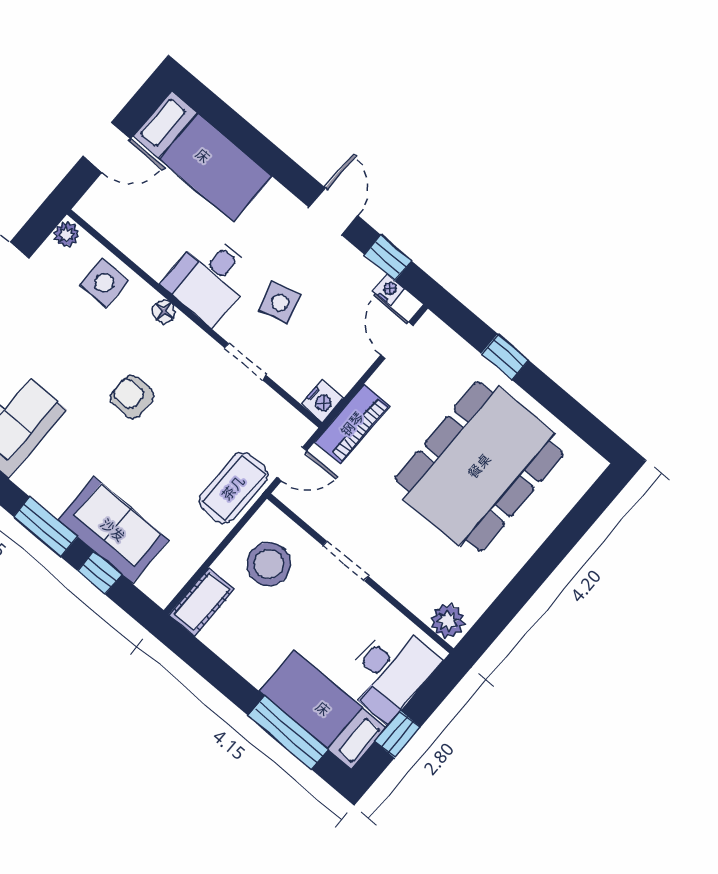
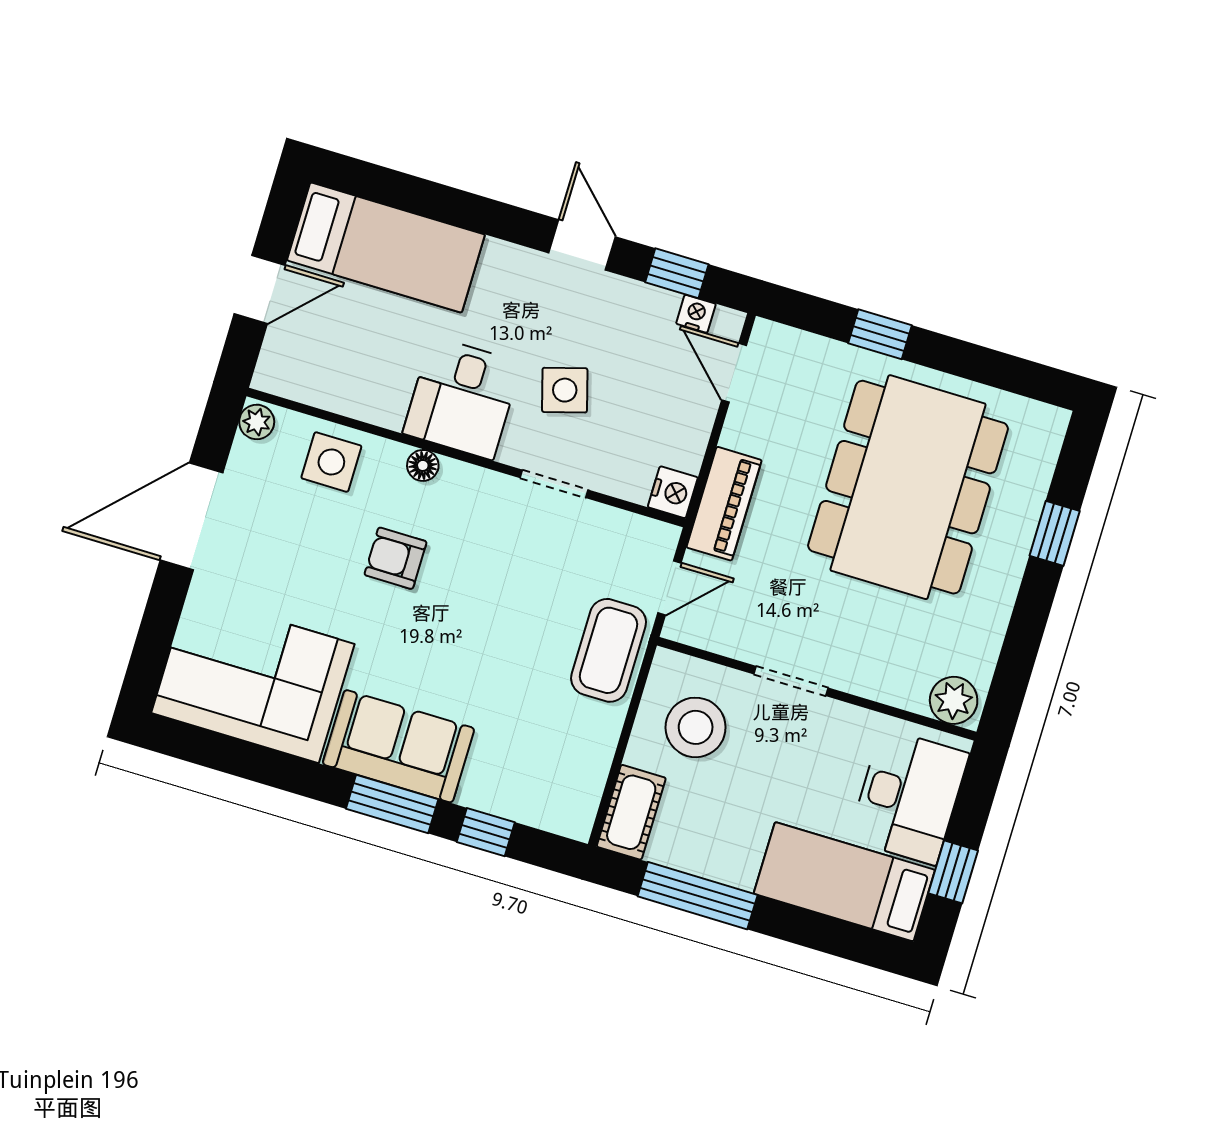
armchair: (132, 397) -> (396, 558), moved
sofa: (113, 530) -> (398, 746), moved
window: (563, 539) -> (1055, 533), added
window: (288, 733) -> (698, 896), moved

